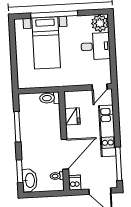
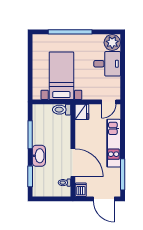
bed with nightstands: (46, 43) -> (61, 76), moved, turned 180
fridge: (72, 116) -> (82, 112), moved
door: (65, 154) -> (73, 163), hinge flipped
washbasin: (30, 180) -> (39, 156), moved

